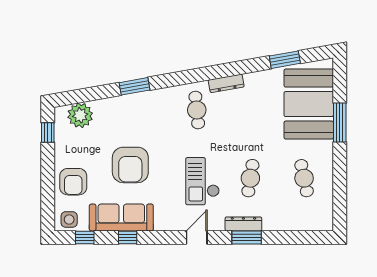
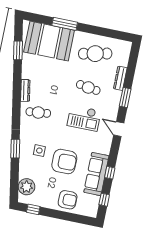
cafe table: (304, 178) -> (95, 54), width x1.37, depth x1.35
side table: (69, 219) -> (39, 151), moved
dresser: (243, 224) -> (120, 78), moved

